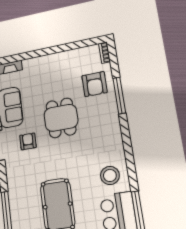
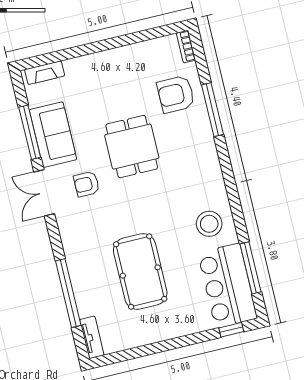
armchair: (95, 84) -> (176, 94), turned 90
armchair: (28, 141) -> (87, 184), turned -90

